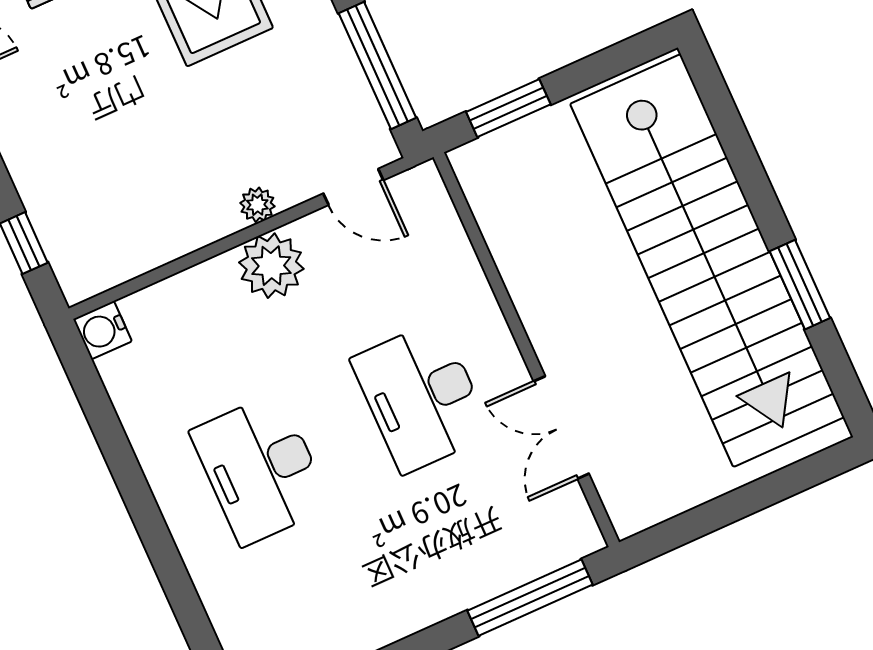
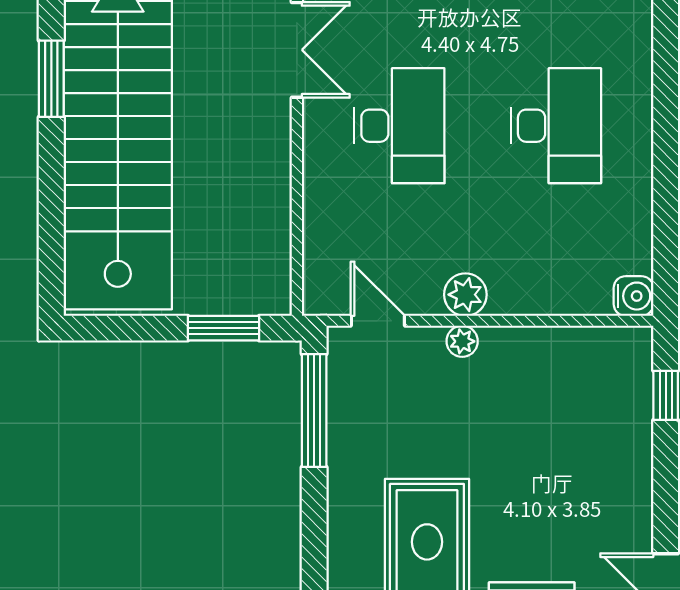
plant: (271, 266) -> (465, 295), width x0.73, depth x0.73

